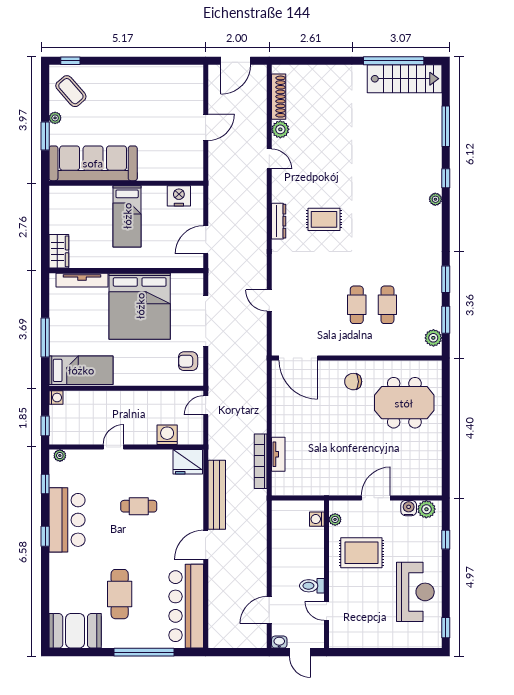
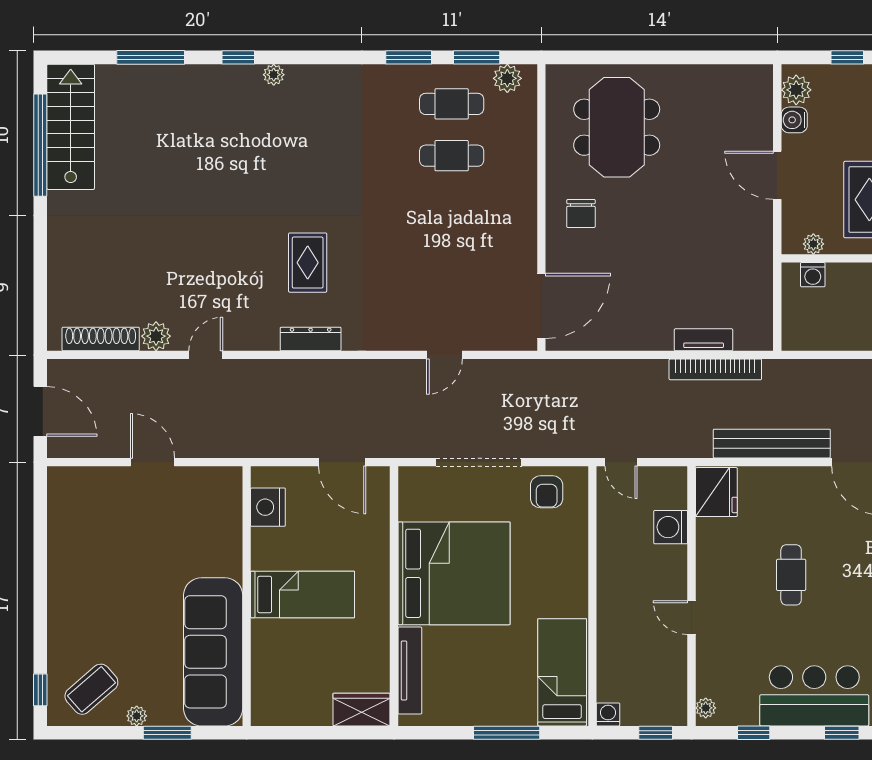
cafe table: (357, 305) -> (452, 104), moved

